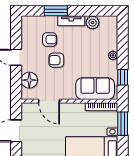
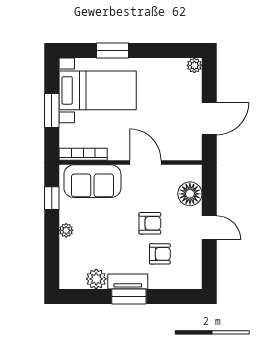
window: (56, 11) -> (129, 297), moved
armchair: (50, 40) -> (160, 254), turned 180
door: (49, 101) -> (145, 163), moved
window: (123, 124) -> (52, 111), moved

